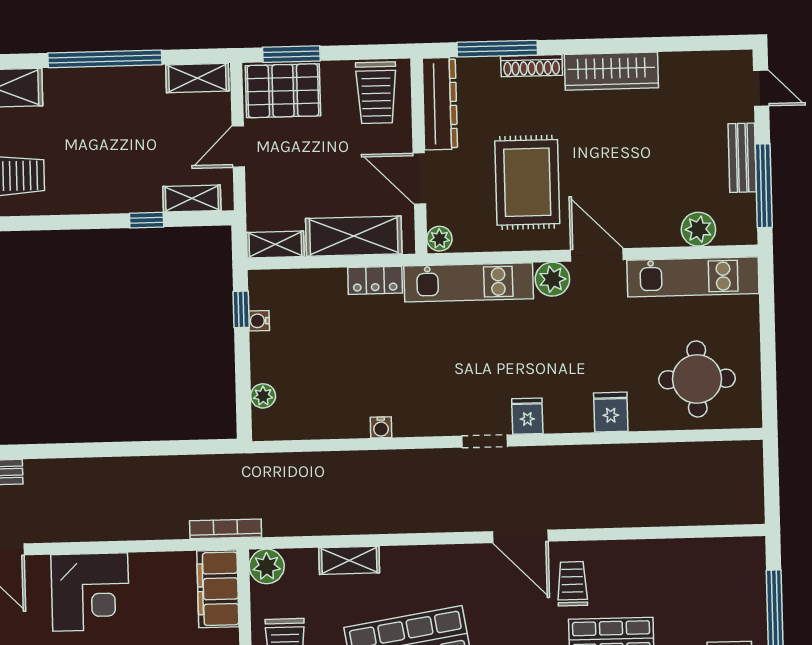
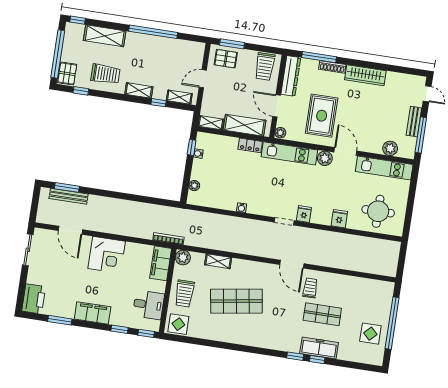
shelving: (197, 78) -> (139, 90), moved
pallet: (283, 91) -> (226, 59), width x0.67, depth x0.71

